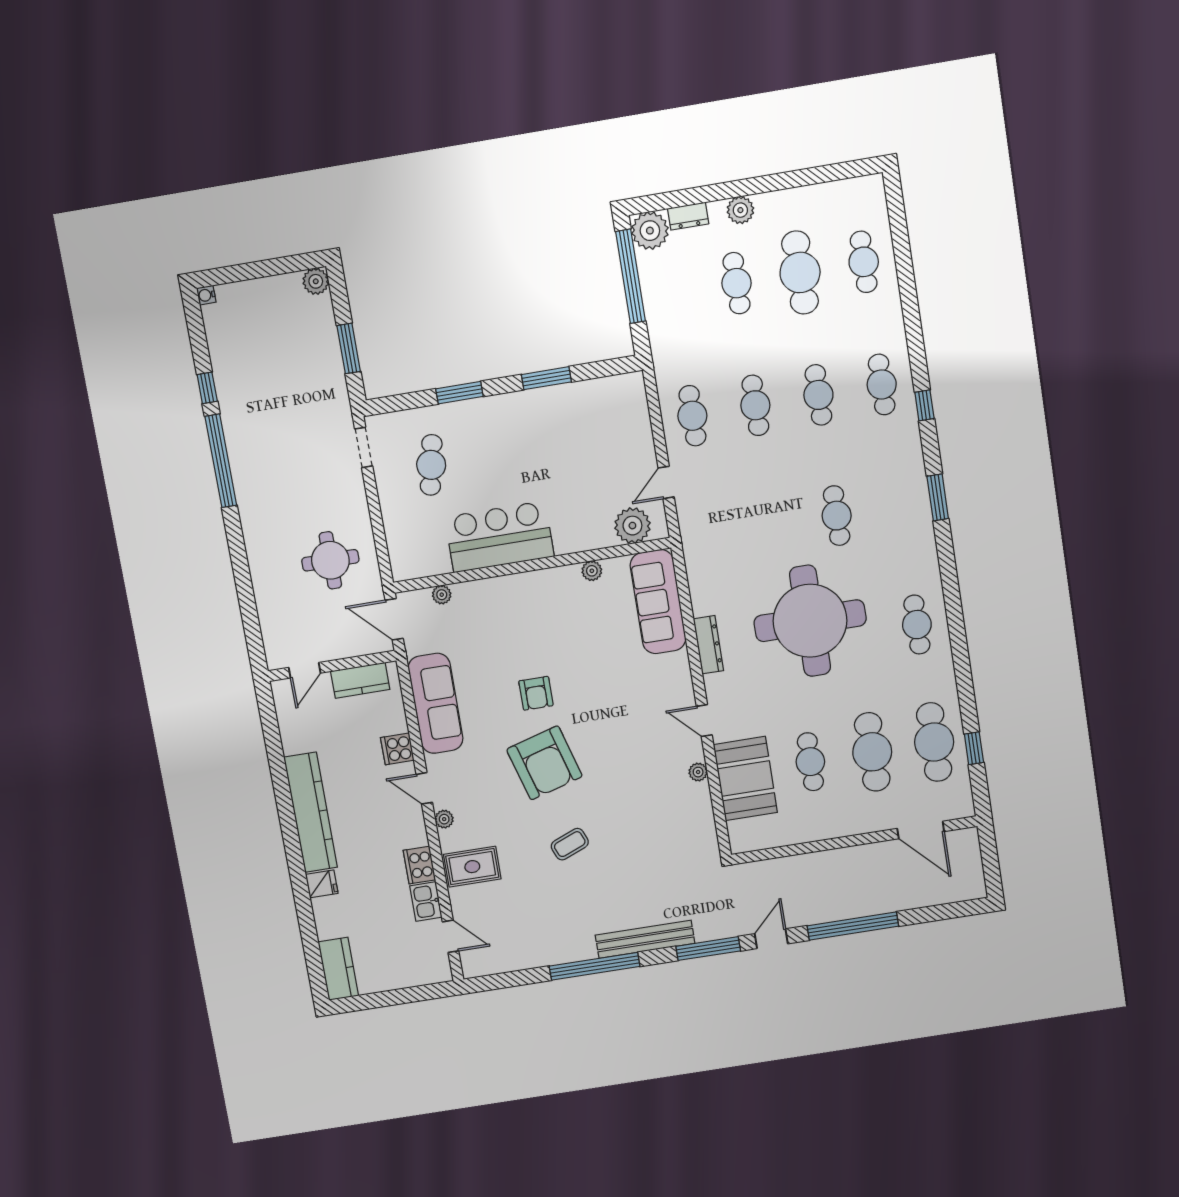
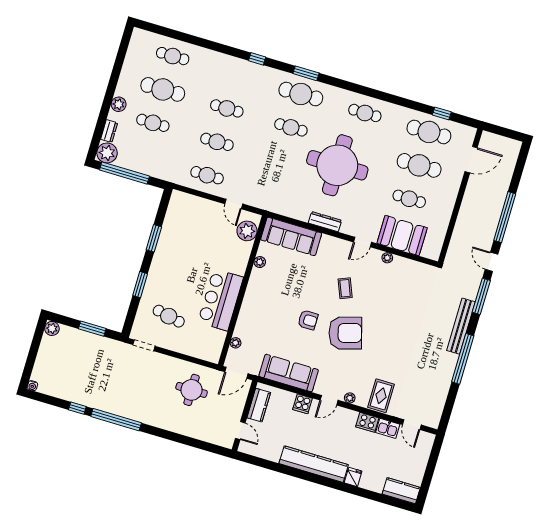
cafe table: (882, 384) -> (301, 94), moved, width x1.37, depth x1.35
coffee table: (570, 844) -> (345, 288), moved
door: (451, 936) -> (412, 425), swing flipped

